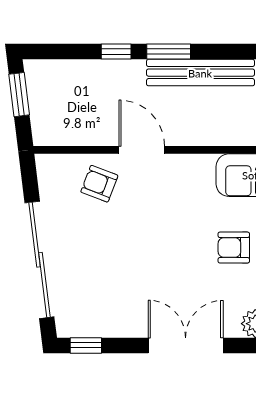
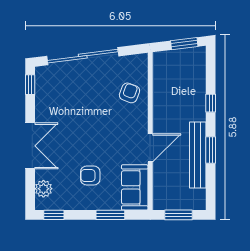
window: (169, 52) -> (211, 150), moved
door: (142, 150) -> (150, 148), moved
armchair: (234, 248) -> (90, 175), turned -90

